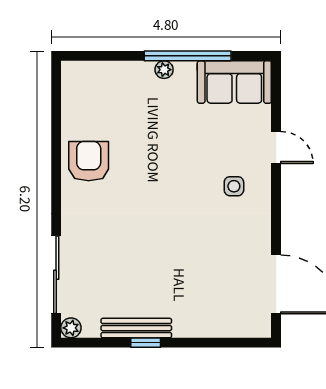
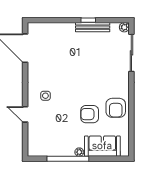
sofa: (234, 82) -> (102, 146), moved
armchair: (143, 148) -> (90, 114), added

